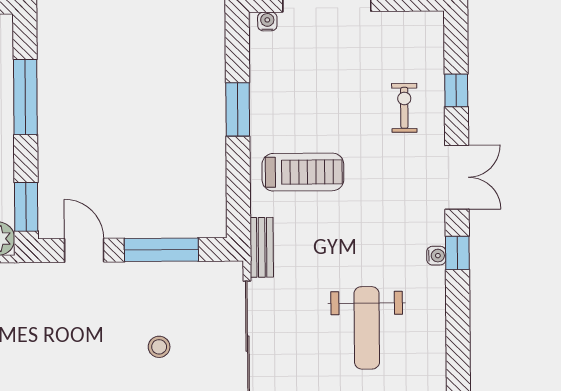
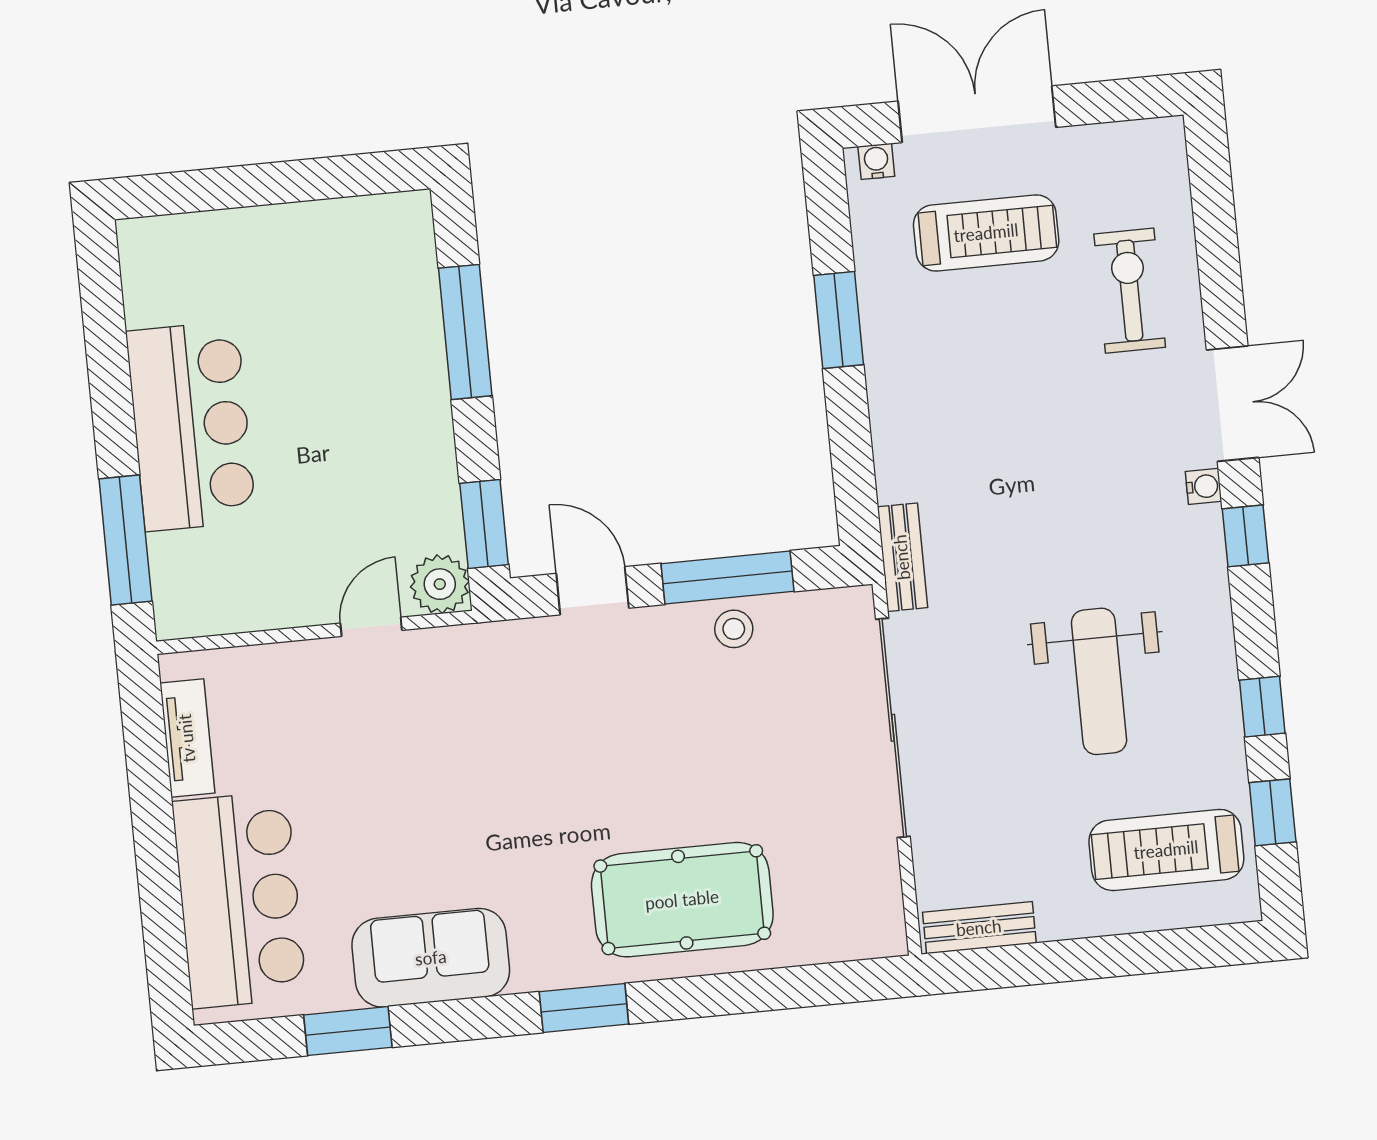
window: (456, 90) -> (1262, 707), moved
exercise bike: (404, 108) -> (1130, 291), width x1.38, depth x1.39
treadmill: (303, 172) -> (986, 233), moved
water cooler: (436, 256) -> (1204, 486), moved
stool: (159, 347) -> (734, 629), moved

